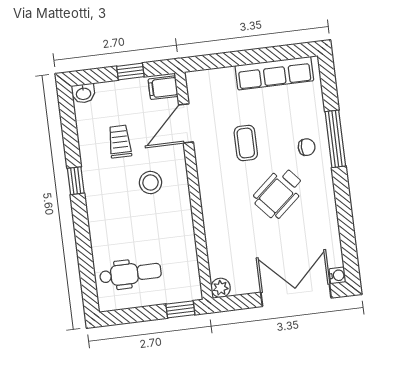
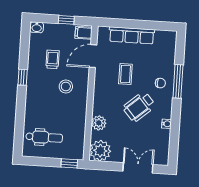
row of seats: (274, 73) -> (132, 35), moved
plant: (217, 233) -> (99, 123), added
water cooler: (337, 275) -> (167, 124), moved
plant: (221, 288) -> (100, 151), width x1.87, depth x1.87
double door: (296, 295) -> (138, 168), width x0.73

